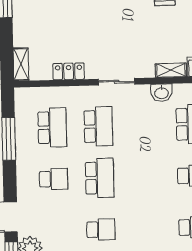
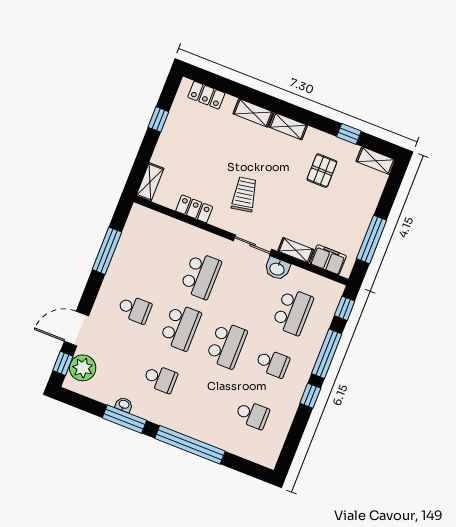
trolley: (107, 41) -> (244, 194), added
sliding door: (117, 82) -> (253, 245), moved
school desk: (52, 127) -> (227, 345), moved

